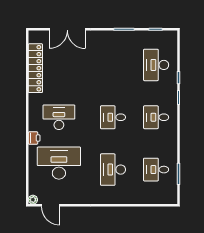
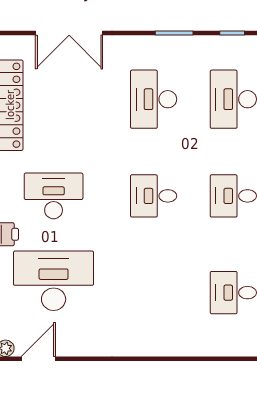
desk: (113, 170) -> (154, 99), moved
door: (51, 205) -> (38, 359), swing flipped

